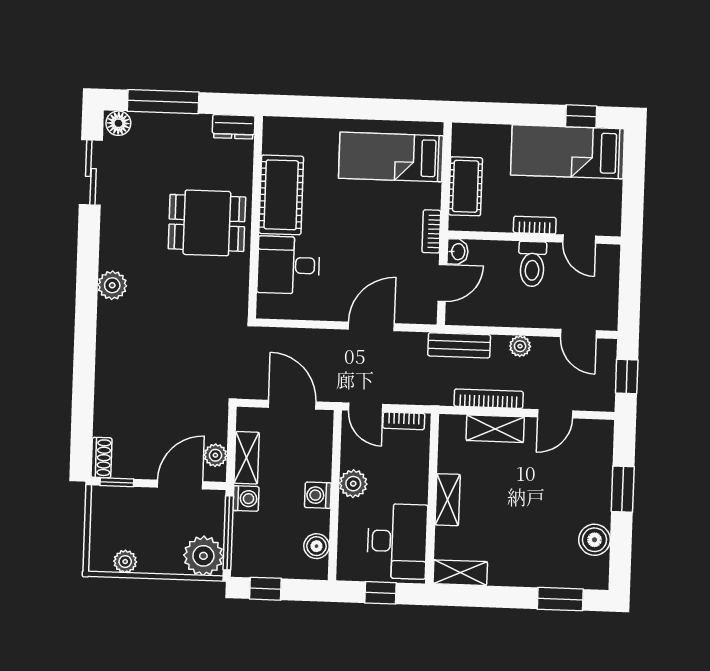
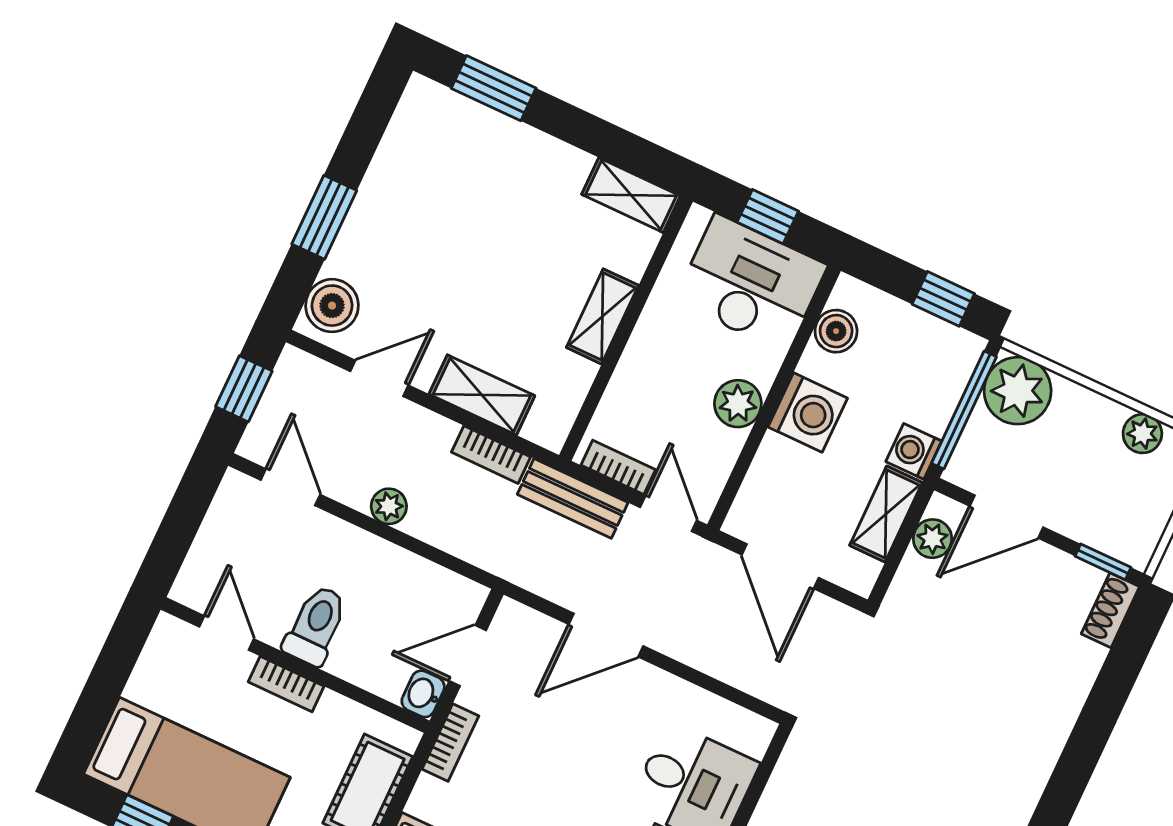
bench: (459, 345) -> (573, 498), moved
bookcase: (489, 399) -> (491, 455), width x0.64
washing machine: (318, 495) -> (808, 413), width x1.38, depth x1.38
boiler: (594, 540) -> (332, 306), moved
desk: (397, 541) -> (751, 283), moved, turned 90

